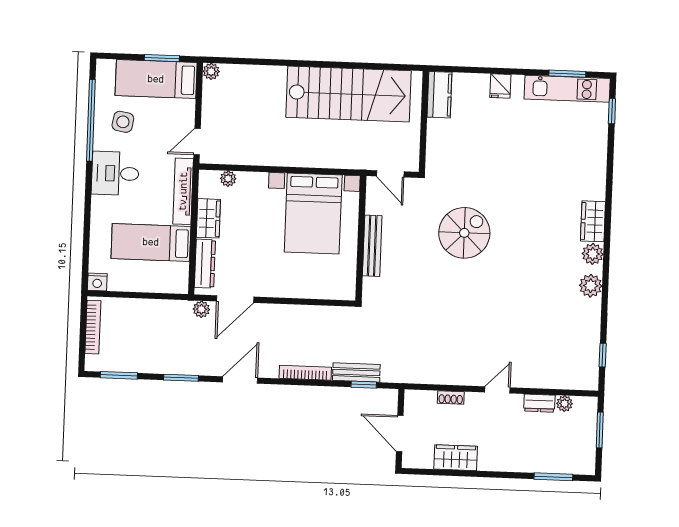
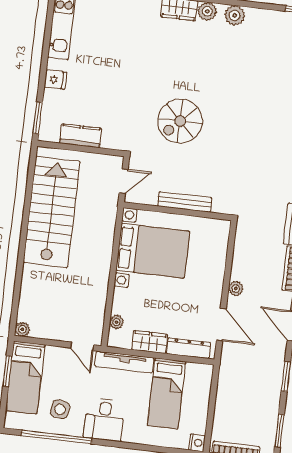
window: (567, 74) -> (38, 118), moved
kitchen counter: (439, 95) -> (80, 136), moved
spiral stairs: (464, 233) -> (180, 121), turned -90
plant: (201, 309) -> (236, 289), moved

